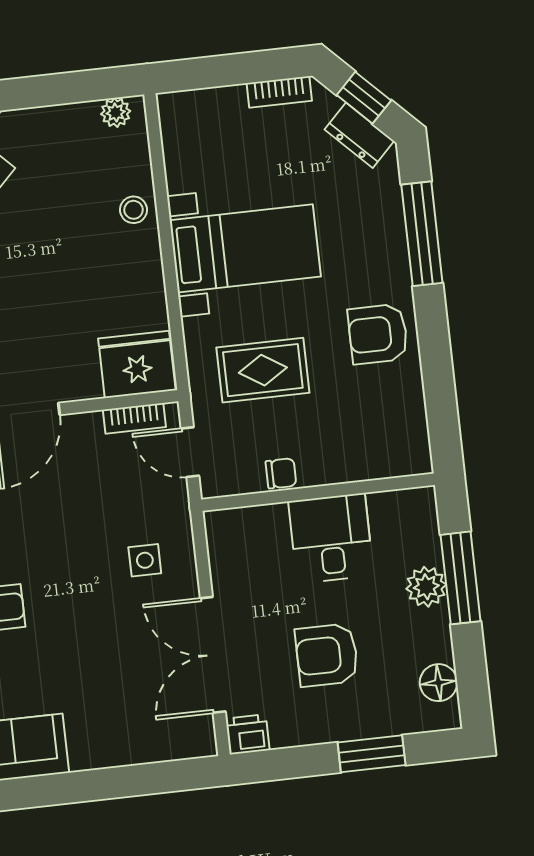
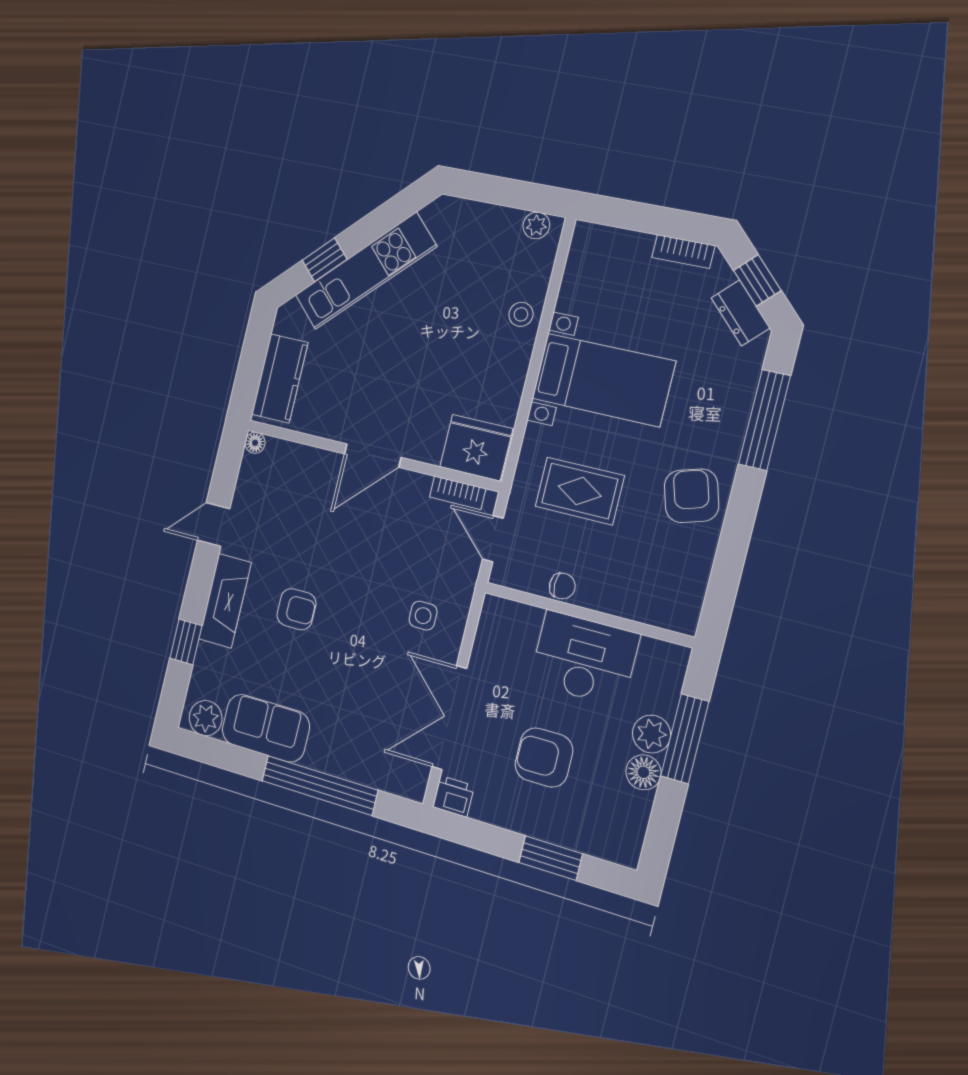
armchair: (378, 334) -> (692, 496), turned 73
desk: (331, 538) -> (584, 659), width x1.37
floor lamp: (439, 683) -> (643, 772), moved
window: (98, 785) -> (319, 785), added

